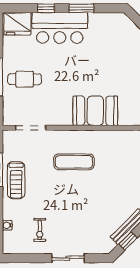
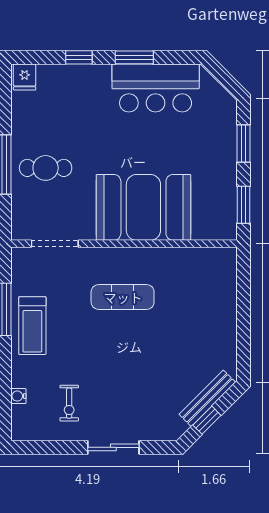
fridge: (17, 24) -> (25, 77), width x0.53, depth x0.75
bar counter: (60, 28) -> (156, 88), moved
booth: (95, 111) -> (143, 207), width x1.36, depth x1.42

